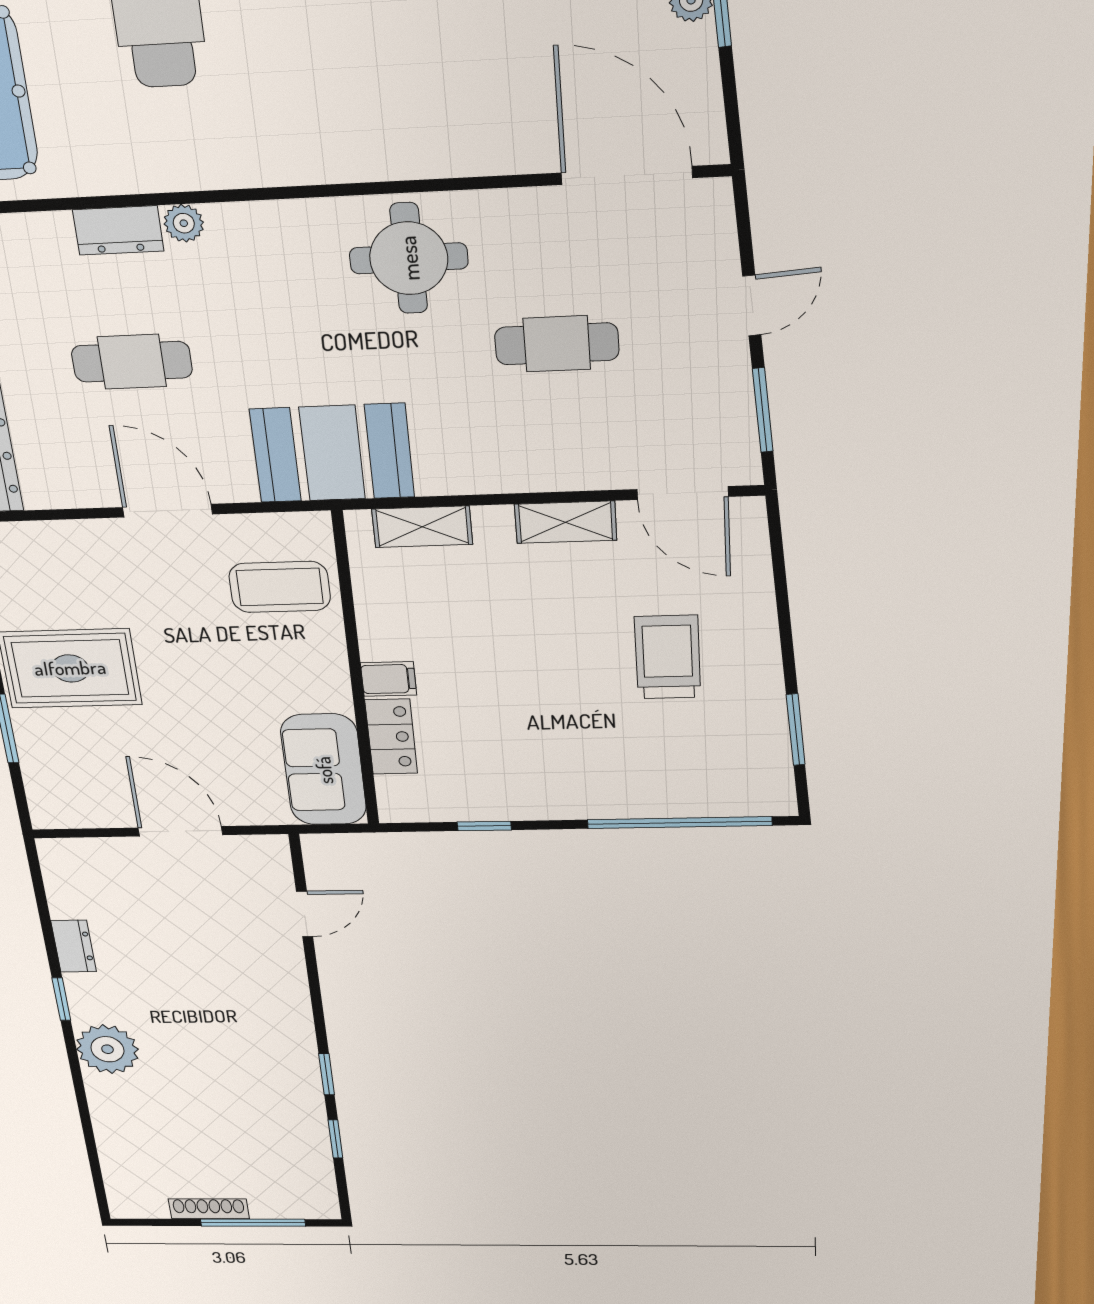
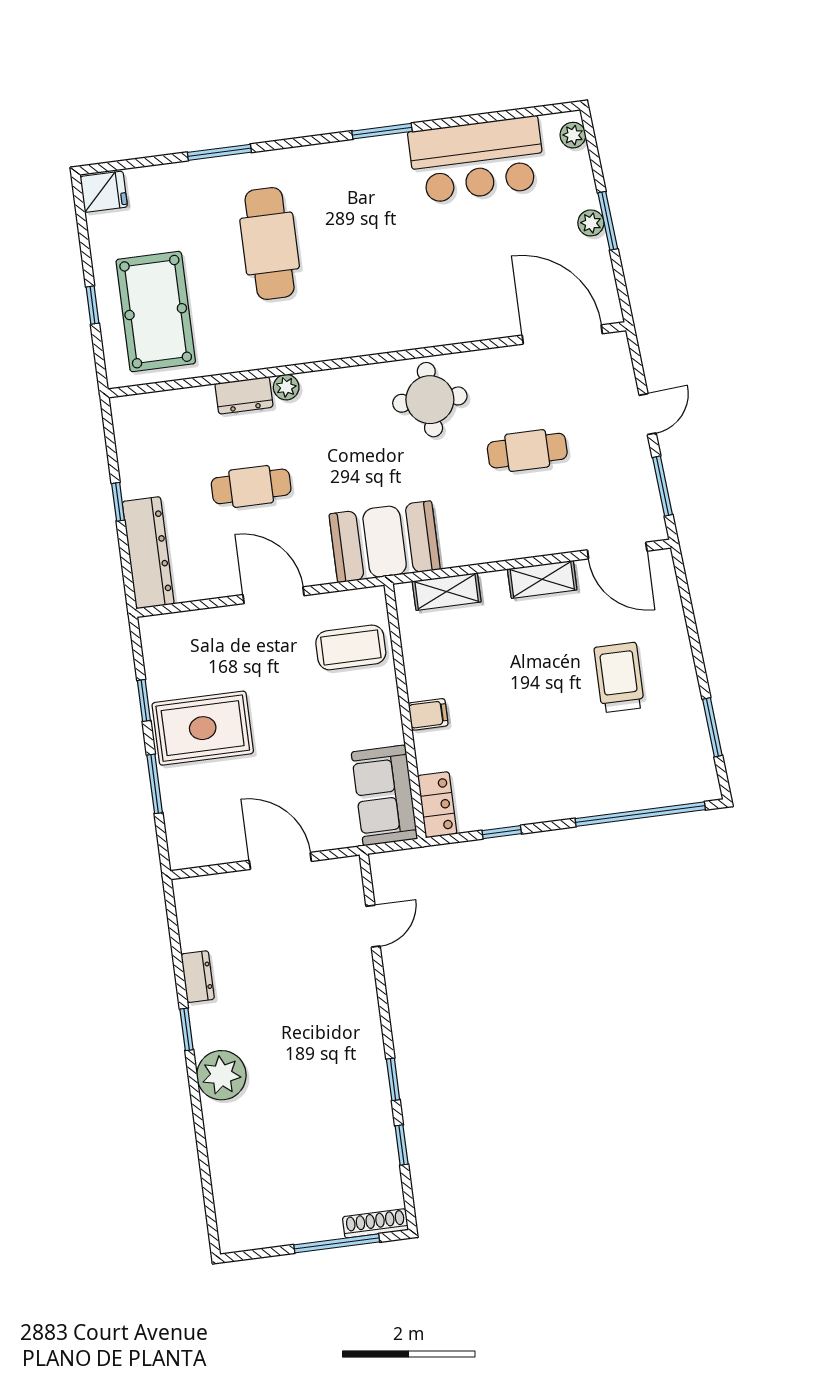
locker: (391, 737) -> (437, 805), moved
shoe rack: (209, 1209) -> (375, 1223), moved

